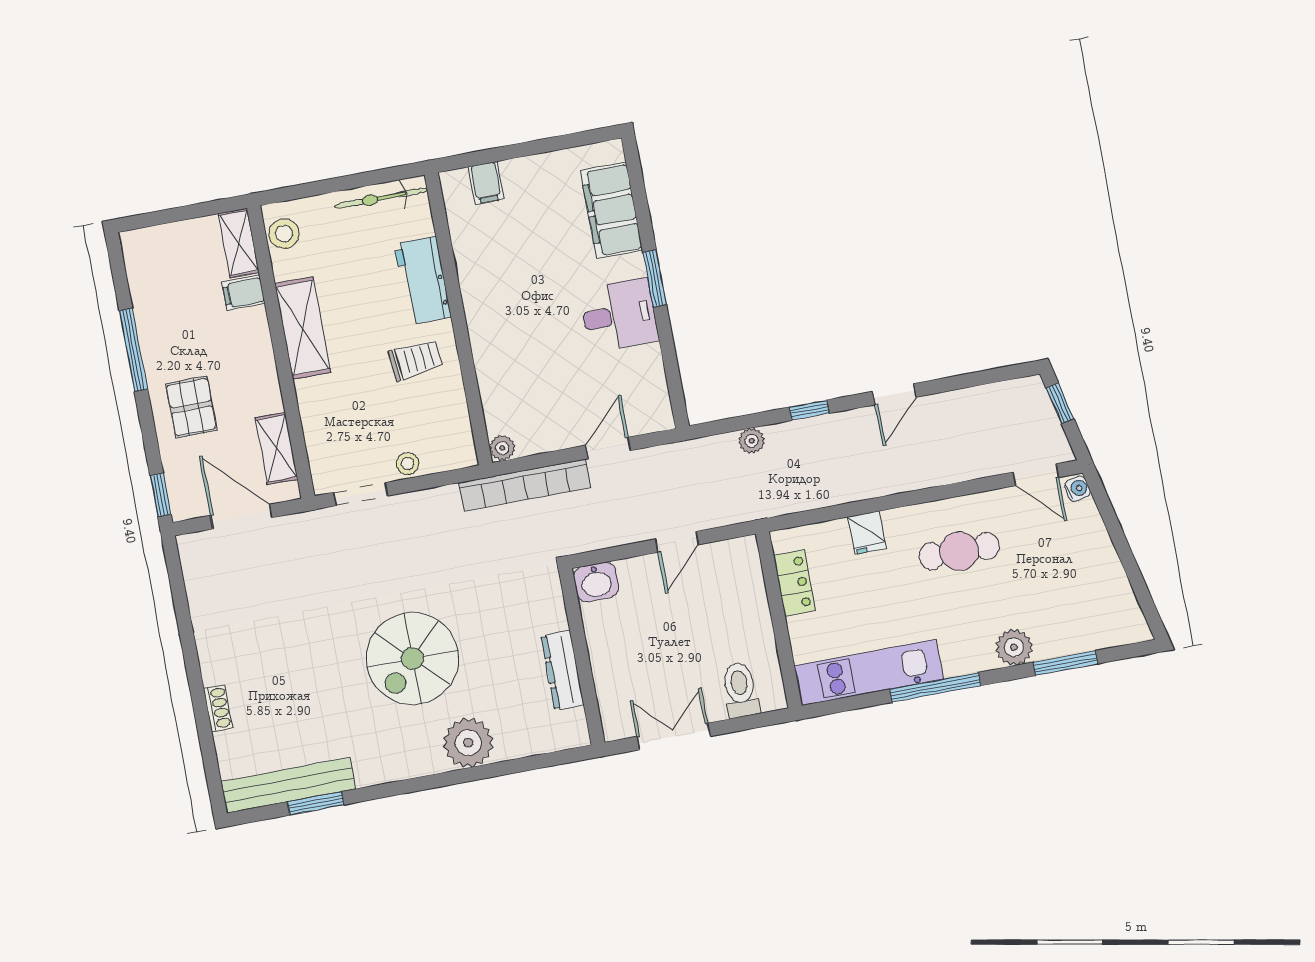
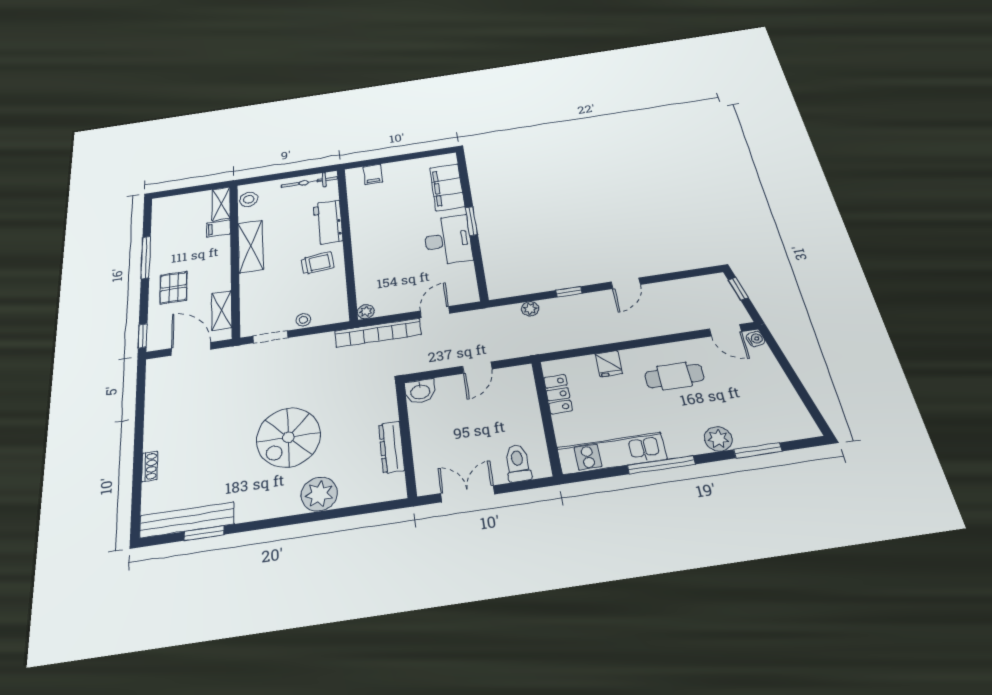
desk: (619, 315) -> (448, 240), width x1.37

